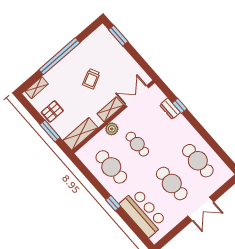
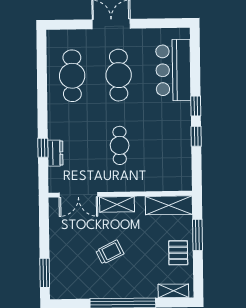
pallet: (52, 111) -> (178, 253), turned 90
plant: (112, 129) -> (132, 183), removed
cafe table: (111, 167) -> (166, 145), removed
window: (98, 186) -> (196, 136), added

